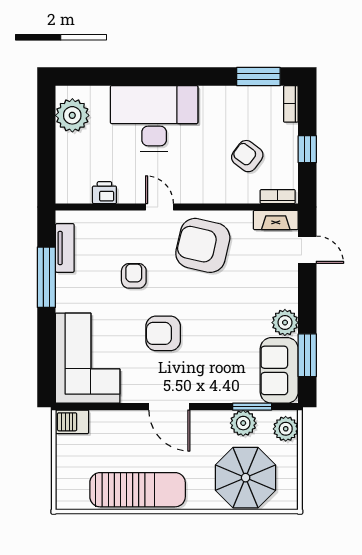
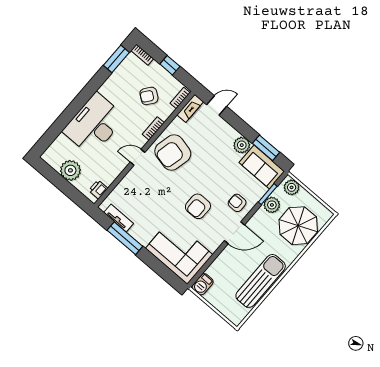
plant: (72, 115) -> (70, 170), moved
printer: (104, 193) -> (98, 189), moved
bookcase: (212, 196) -> (153, 128), added
armchair: (134, 276) -> (237, 203), moved

